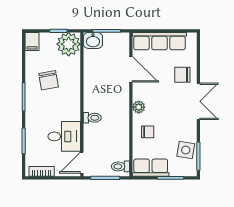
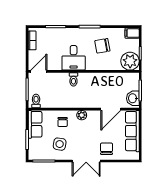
washbasin: (93, 40) -> (133, 98), moved
desk: (64, 136) -> (74, 58), moved
side table: (186, 150) -> (60, 144), moved
door: (82, 163) -> (39, 71), hinge flipped

